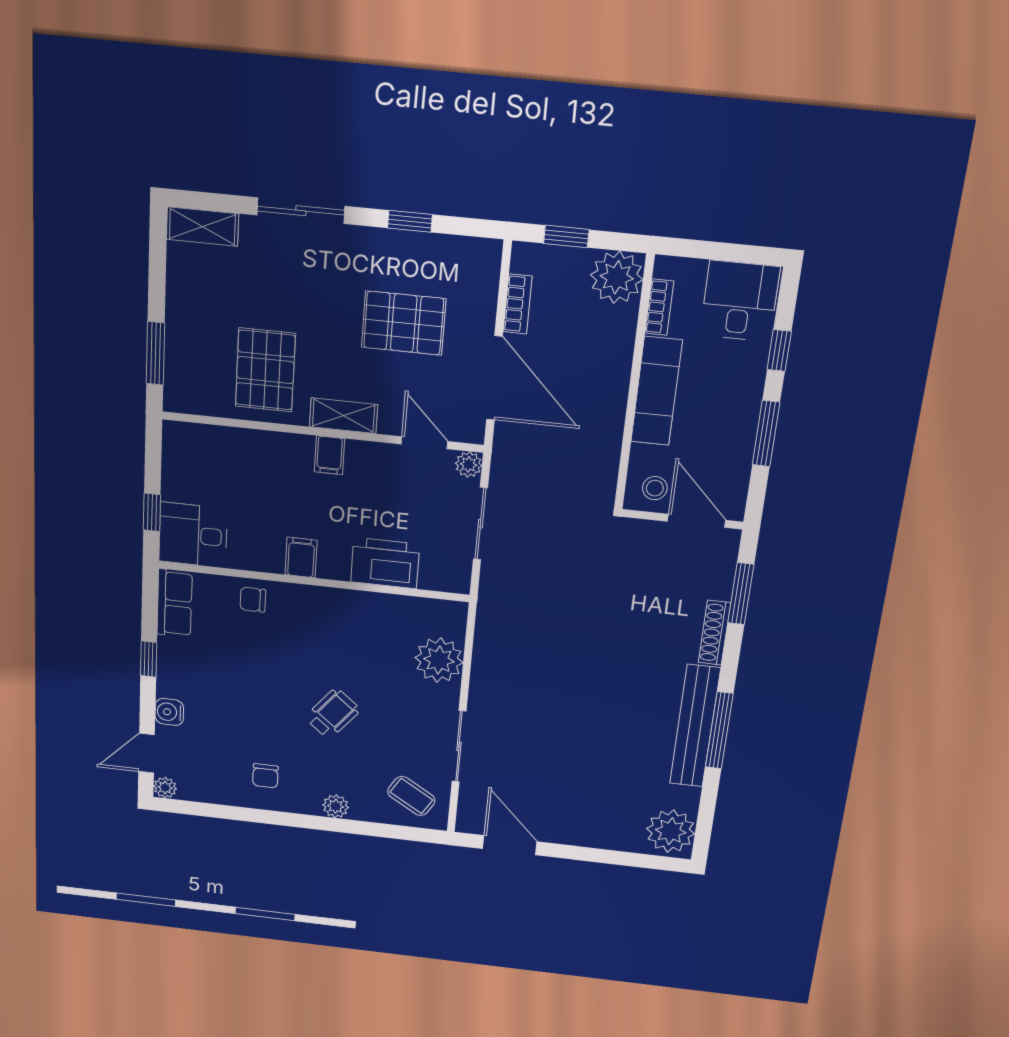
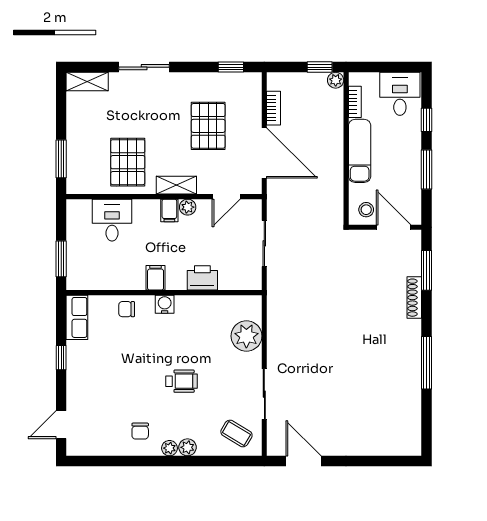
window: (410, 221) -> (231, 67), moved
window: (566, 236) -> (320, 67), moved
plant: (617, 277) -> (336, 80), width x0.53, depth x0.53
pallet: (404, 323) -> (208, 126), turned 90
door: (424, 443) -> (226, 197), swing flipped
plant: (469, 464) -> (188, 207), moved
window: (152, 512) -> (61, 259), width x1.50
desk: (193, 535) -> (112, 220), moved, turned 90
printer: (385, 563) -> (202, 278), width x0.73, depth x0.84
water cooler: (169, 712) -> (165, 304), moved, turned 90
wheelchair: (333, 714) -> (182, 381), turned 51
bench: (695, 726) -> (411, 362), removed
plant: (165, 788) -> (169, 448), moved
plant: (671, 831) -> (406, 437), removed

